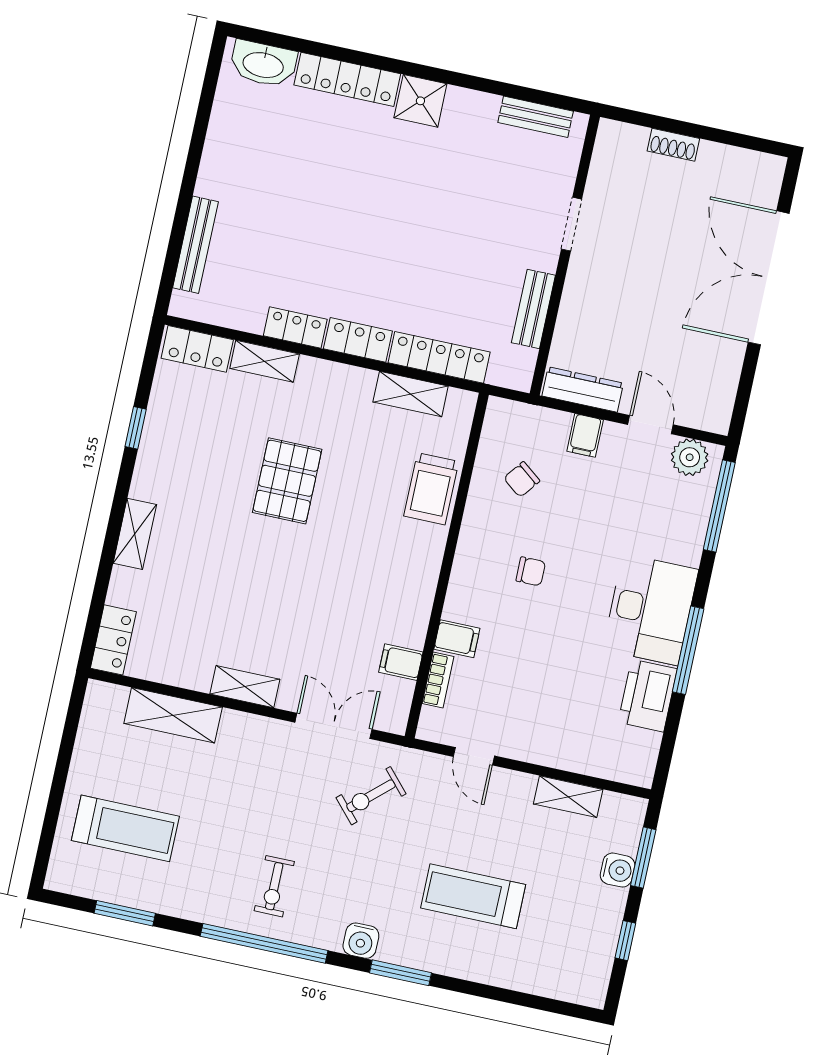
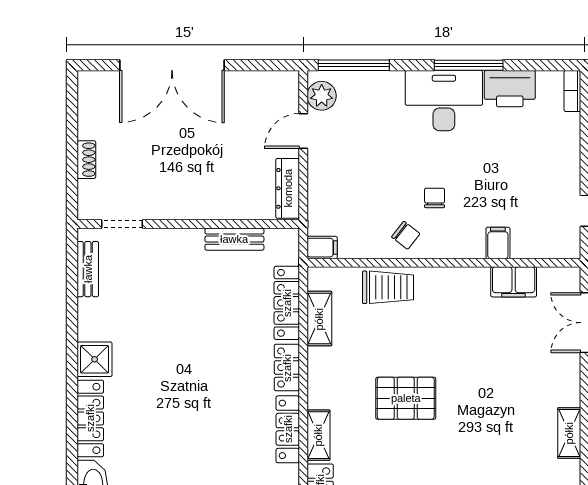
doorway: (572, 224) -> (122, 224), moved
locker: (295, 328) -> (288, 429), width x1.53
filing cabinet: (585, 435) -> (322, 248), moved
chair: (522, 479) -> (406, 235), moved
filing cabinet: (401, 662) -> (514, 282), width x2.00
bookcase: (438, 680) -> (572, 91), moved, turned -90
shelving: (245, 687) -> (569, 433), moved

